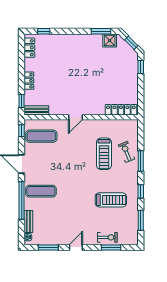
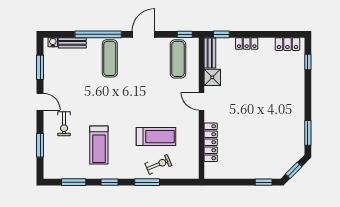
shower: (110, 41) -> (212, 77), moved
locker: (121, 110) -> (211, 142), moved
treadmill: (104, 154) -> (156, 137), turned 180
exercise bike: (107, 237) -> (64, 124), moved

